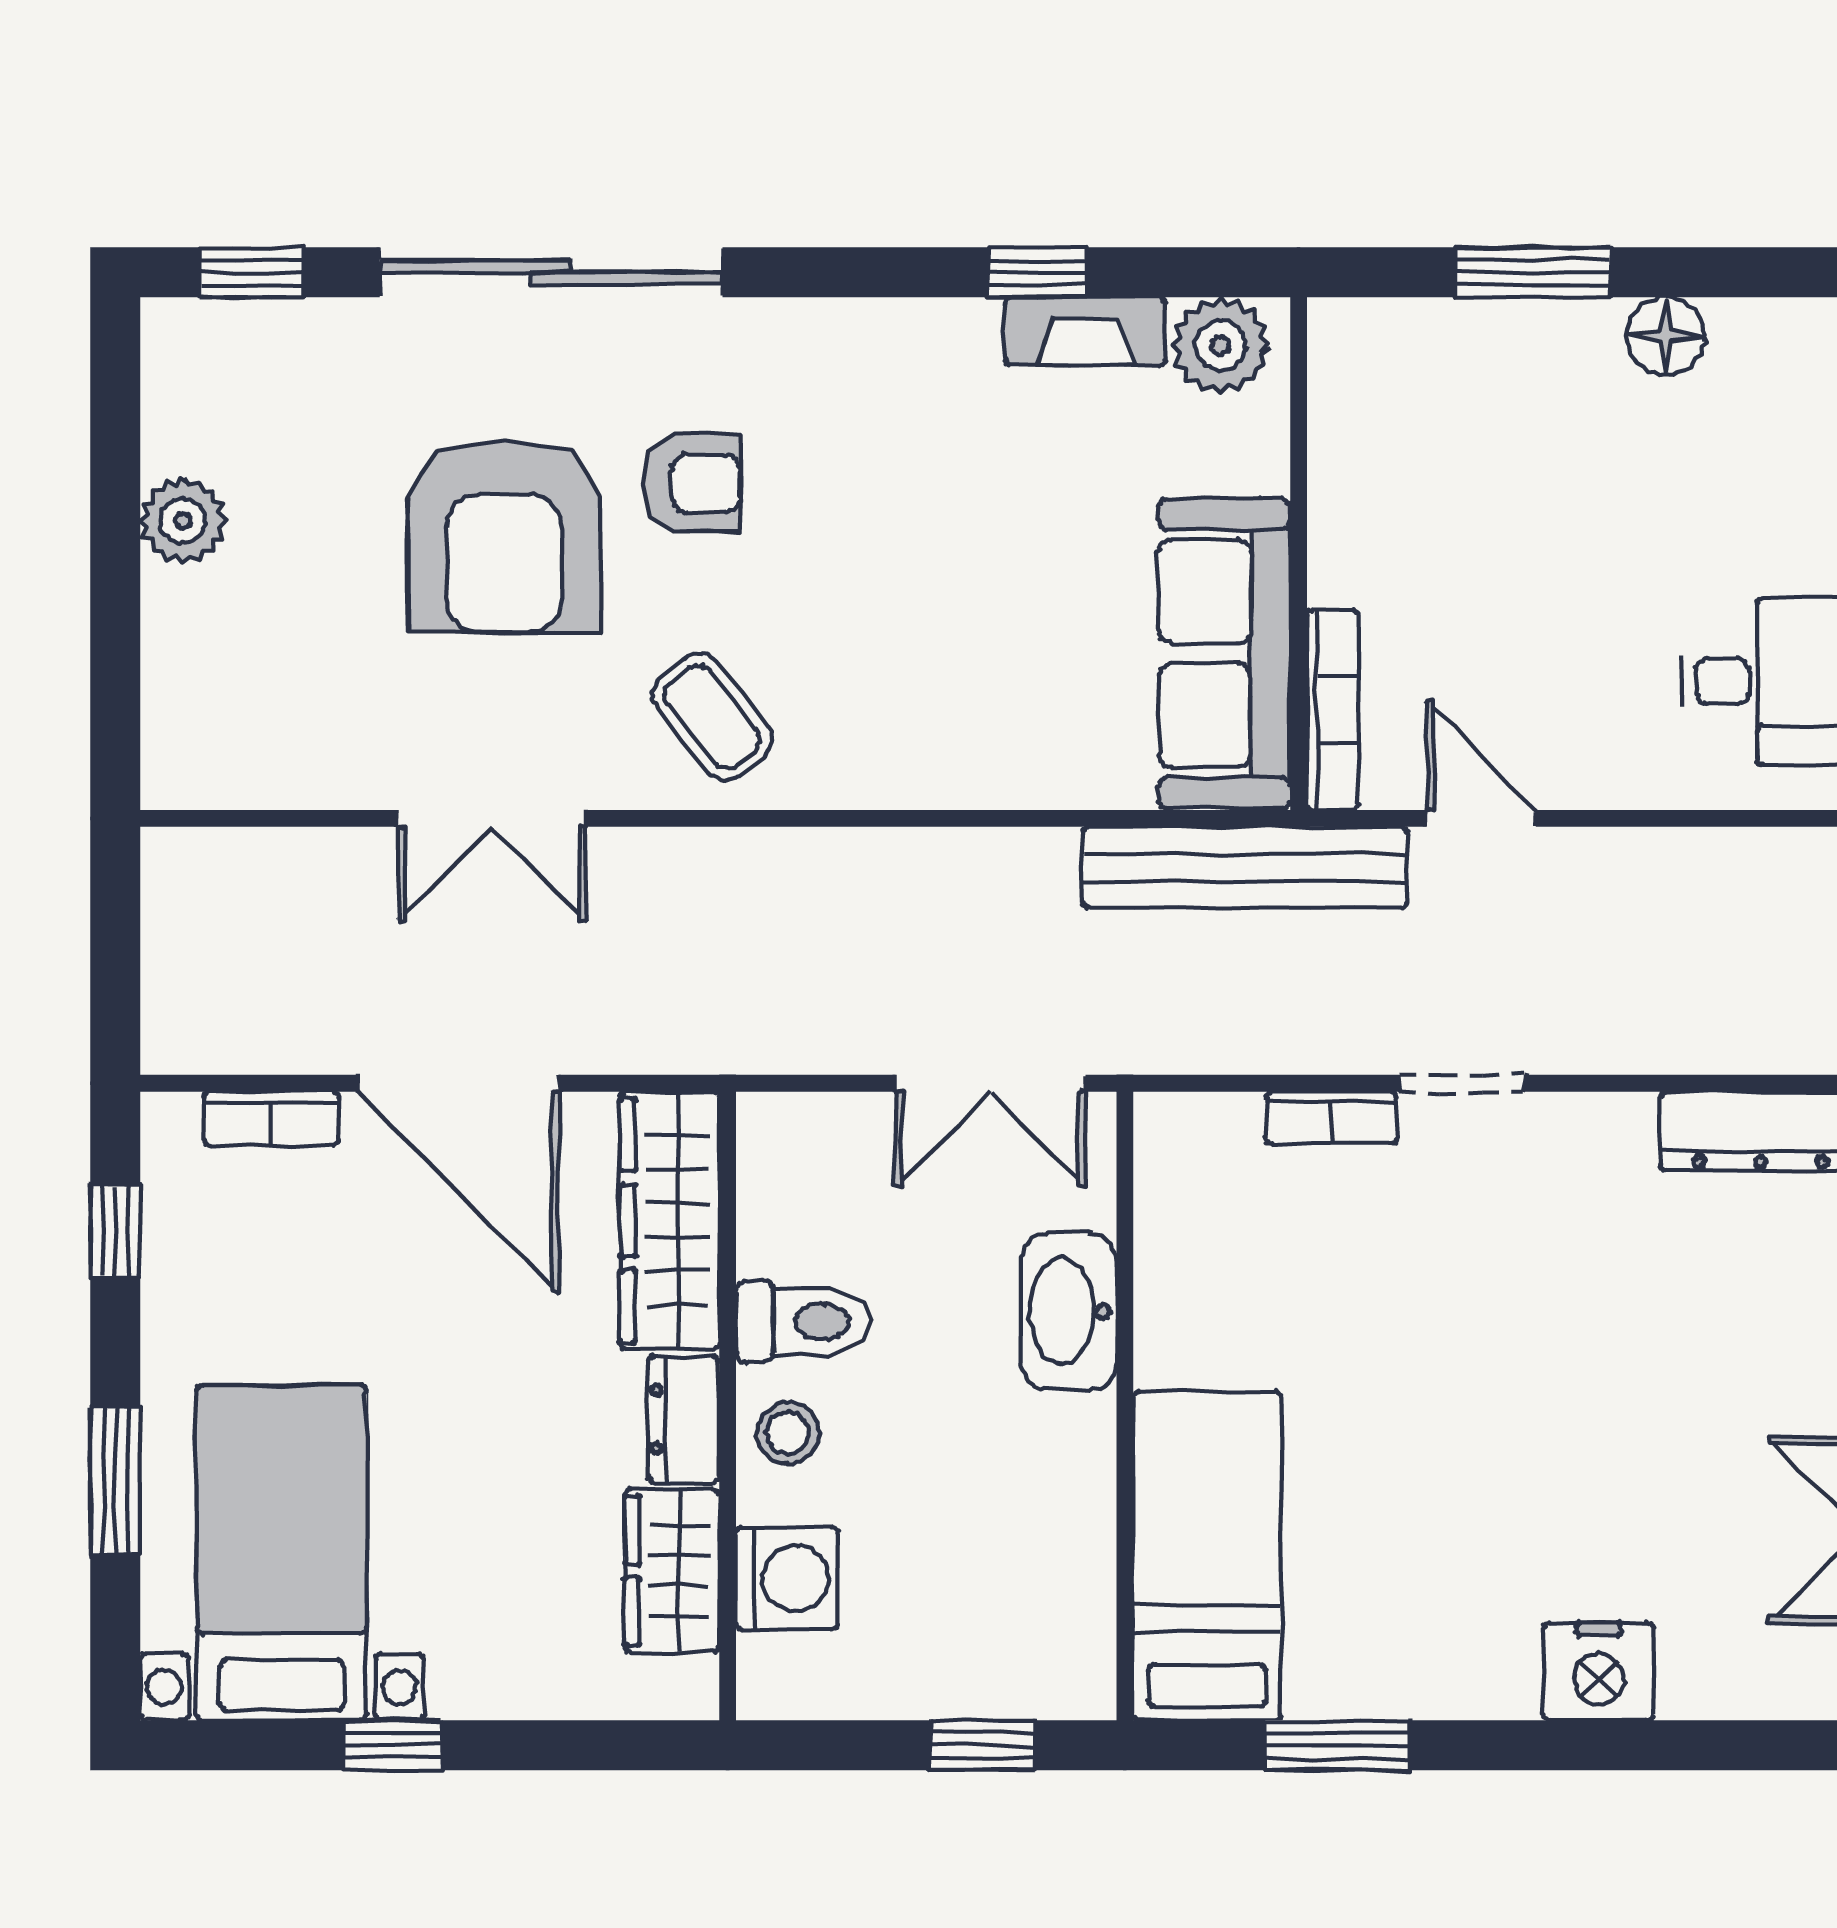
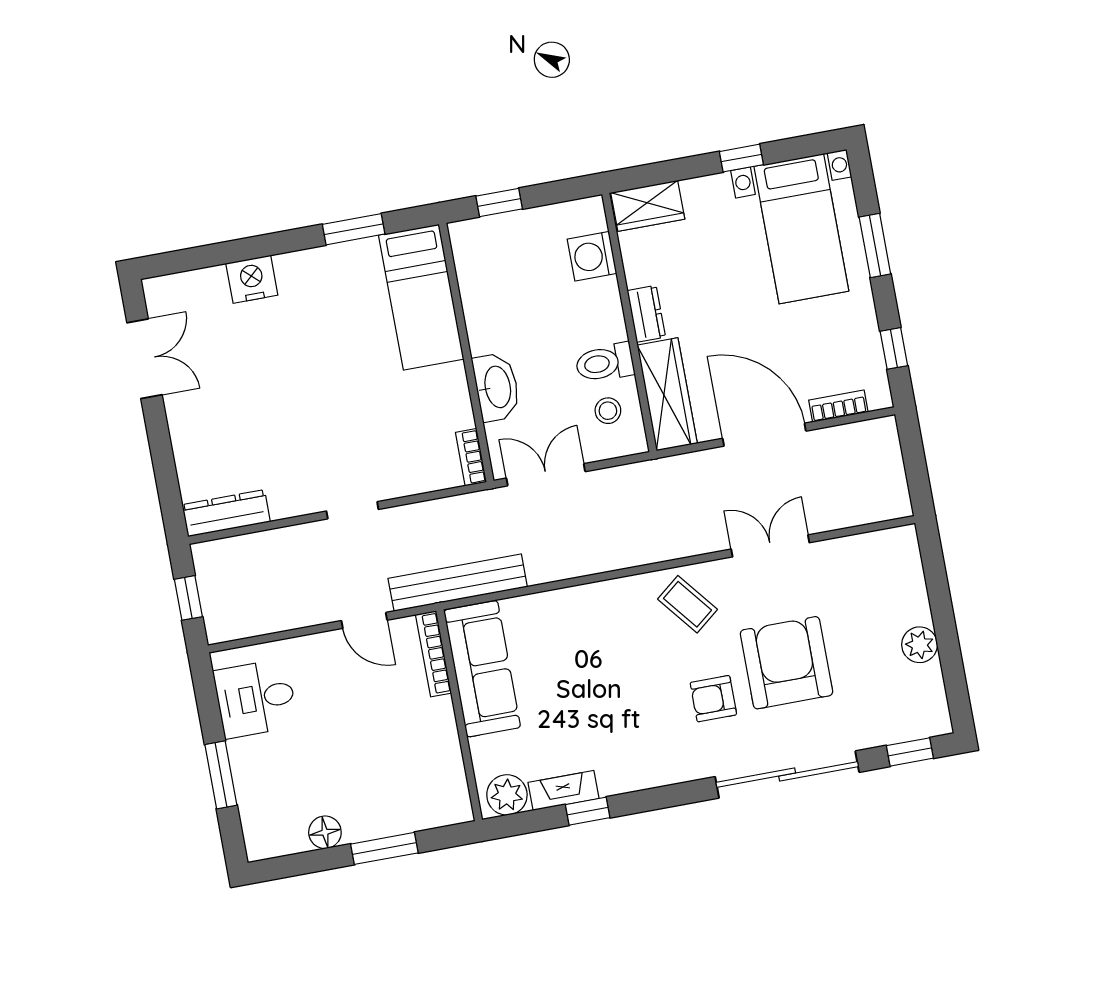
bookcase: (1331, 1118) -> (471, 457), moved, turned -90
stool: (788, 1433) -> (608, 411), moved
wardrobe: (672, 1571) -> (648, 206), moved, turned 90

